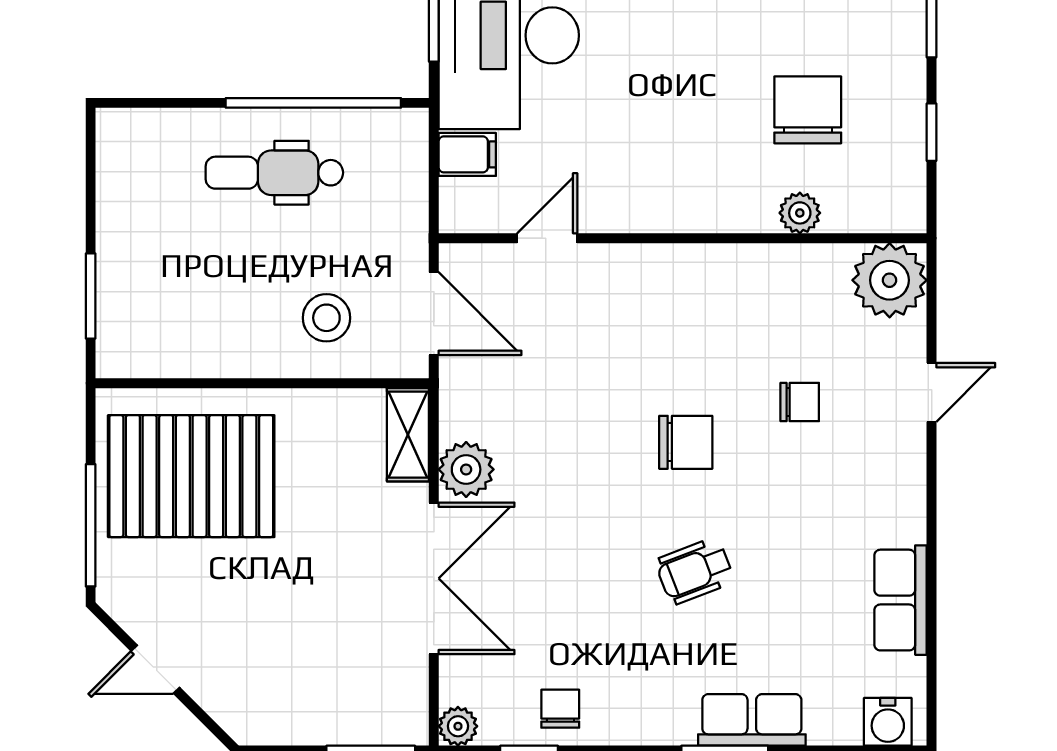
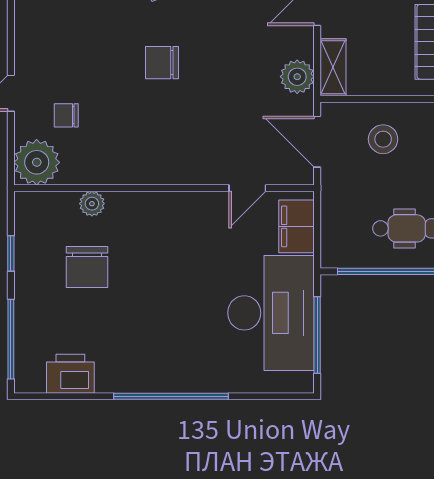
filing cabinet: (467, 154) -> (296, 226), width x2.00
chair: (800, 402) -> (66, 115), moved
plant: (466, 469) -> (297, 77), moved

